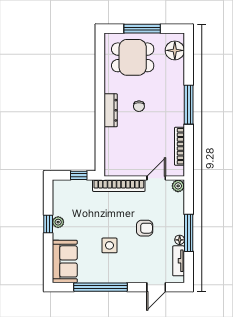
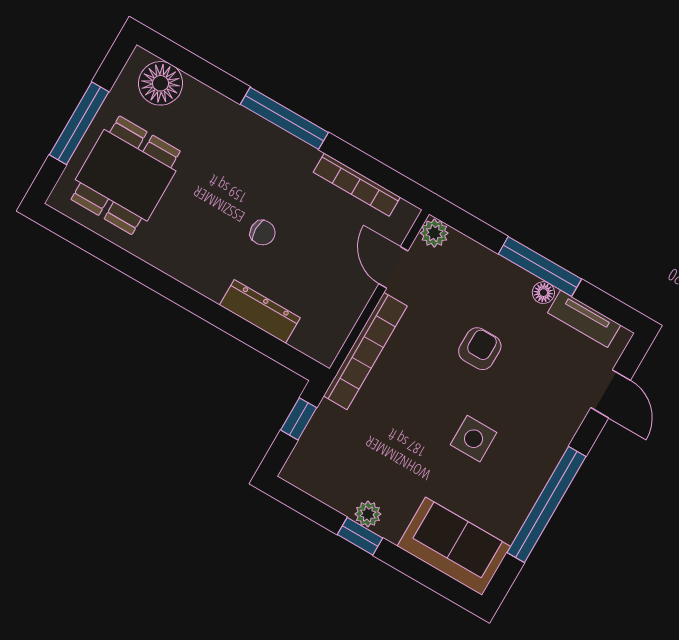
chair: (139, 106) -> (263, 233), moved
dresser: (111, 110) -> (260, 311), moved

